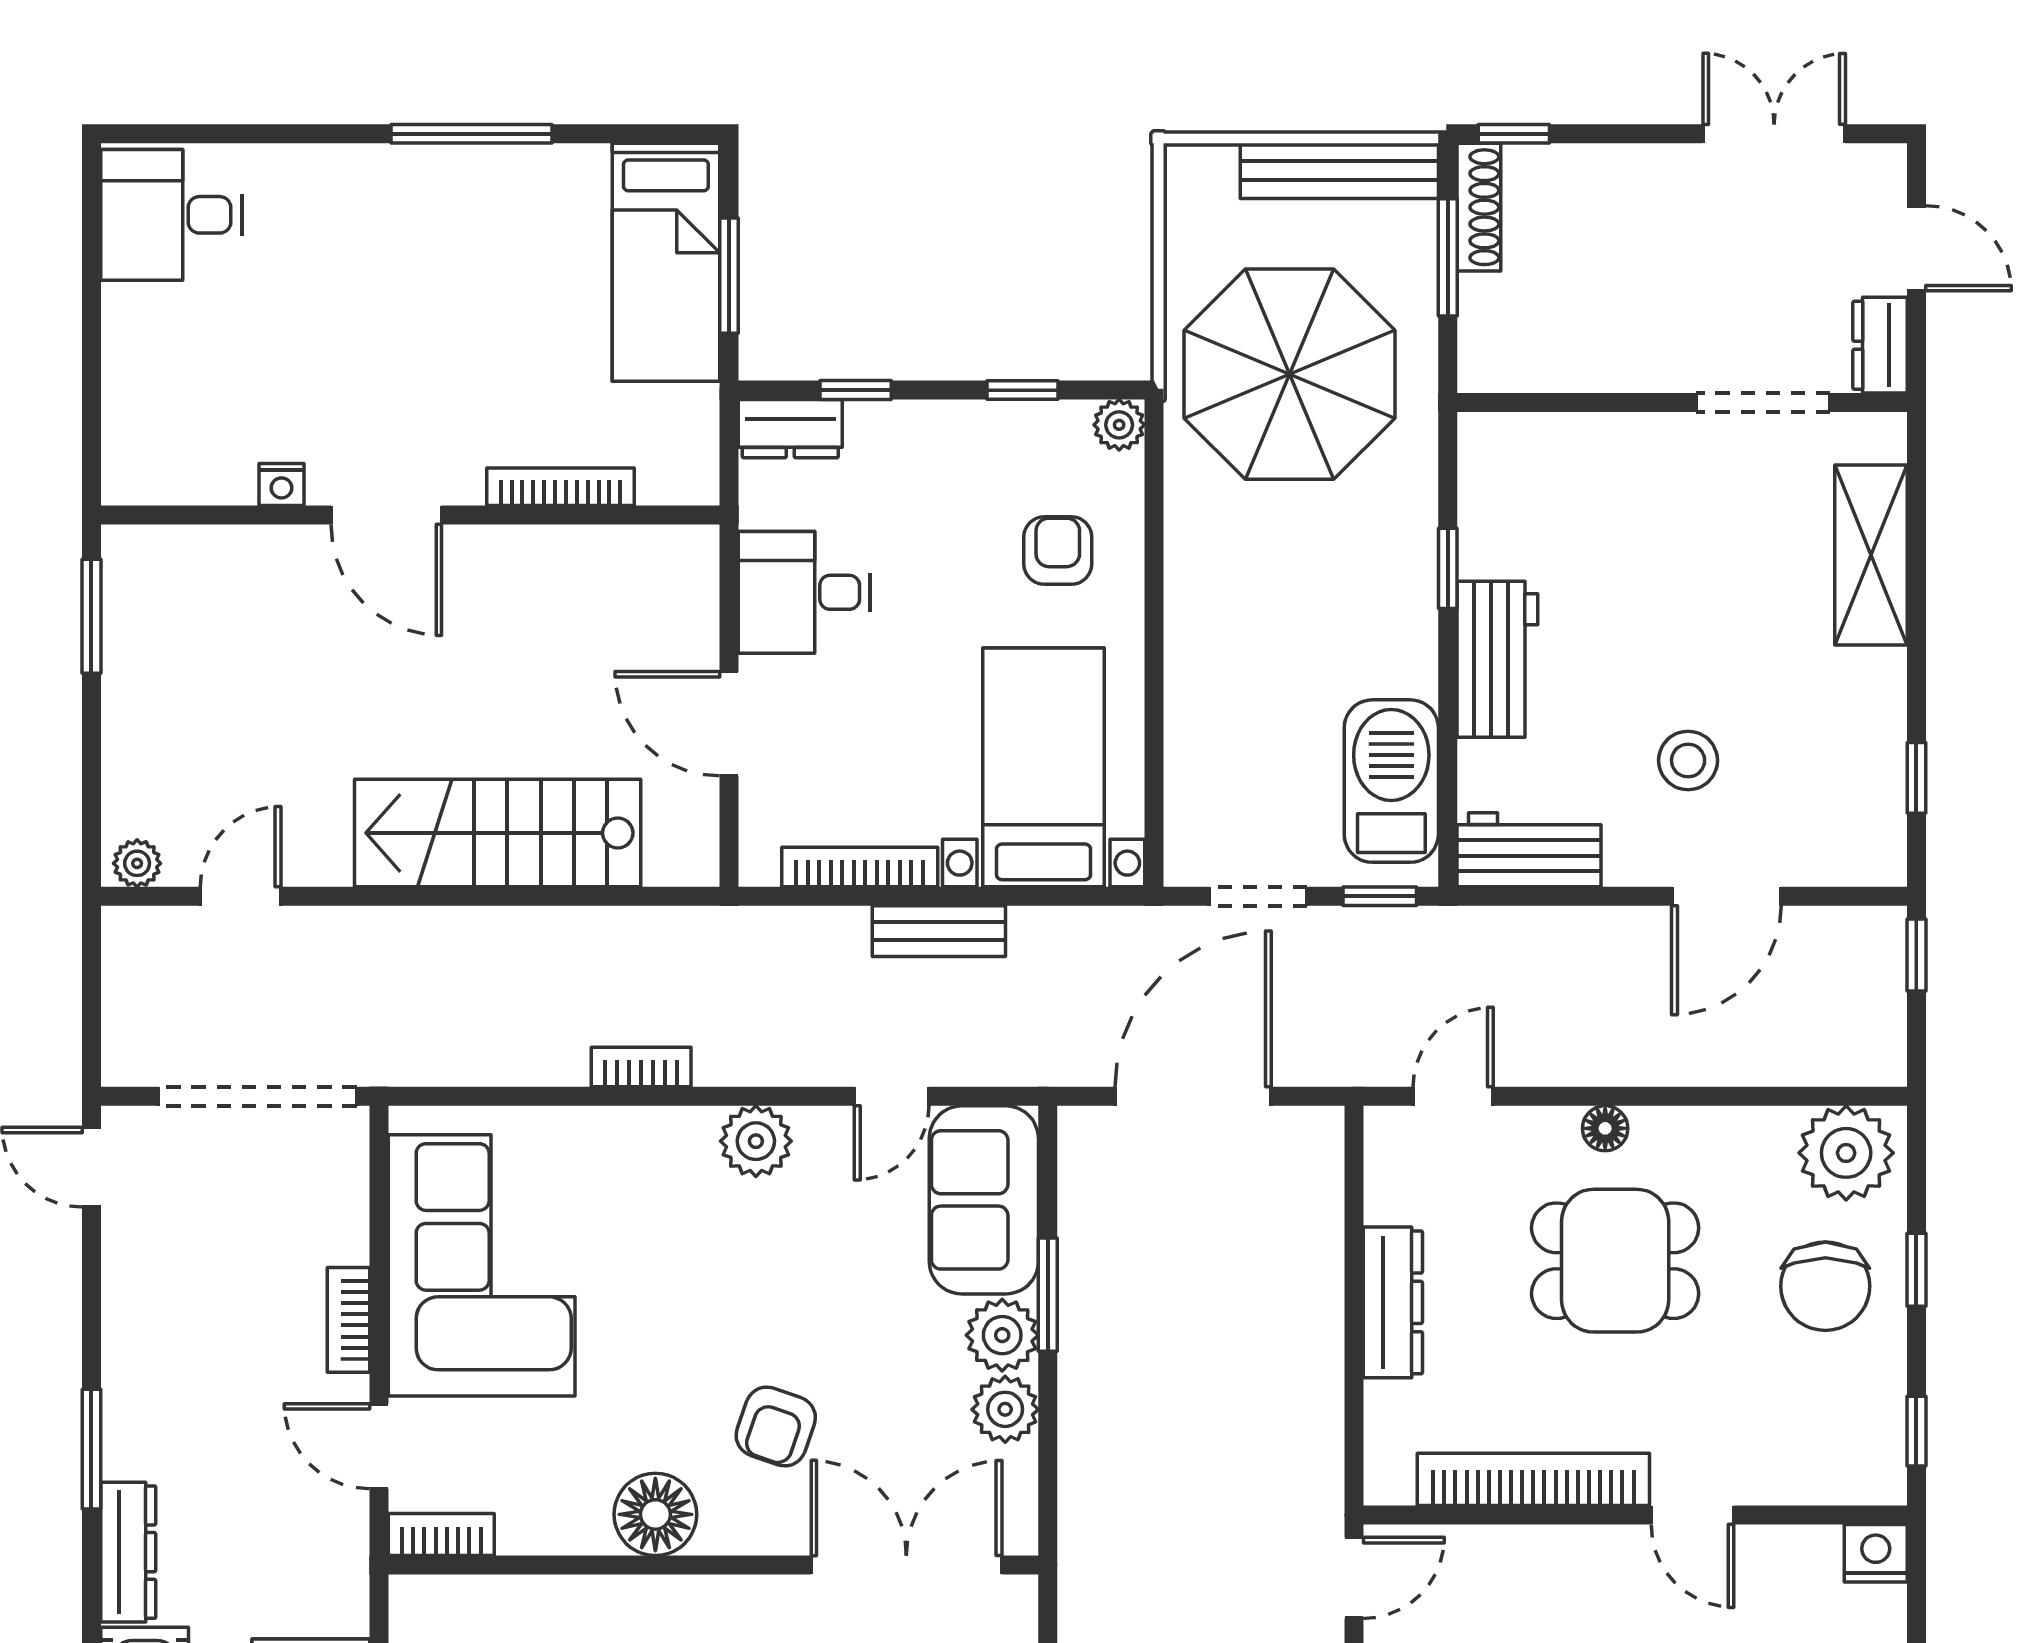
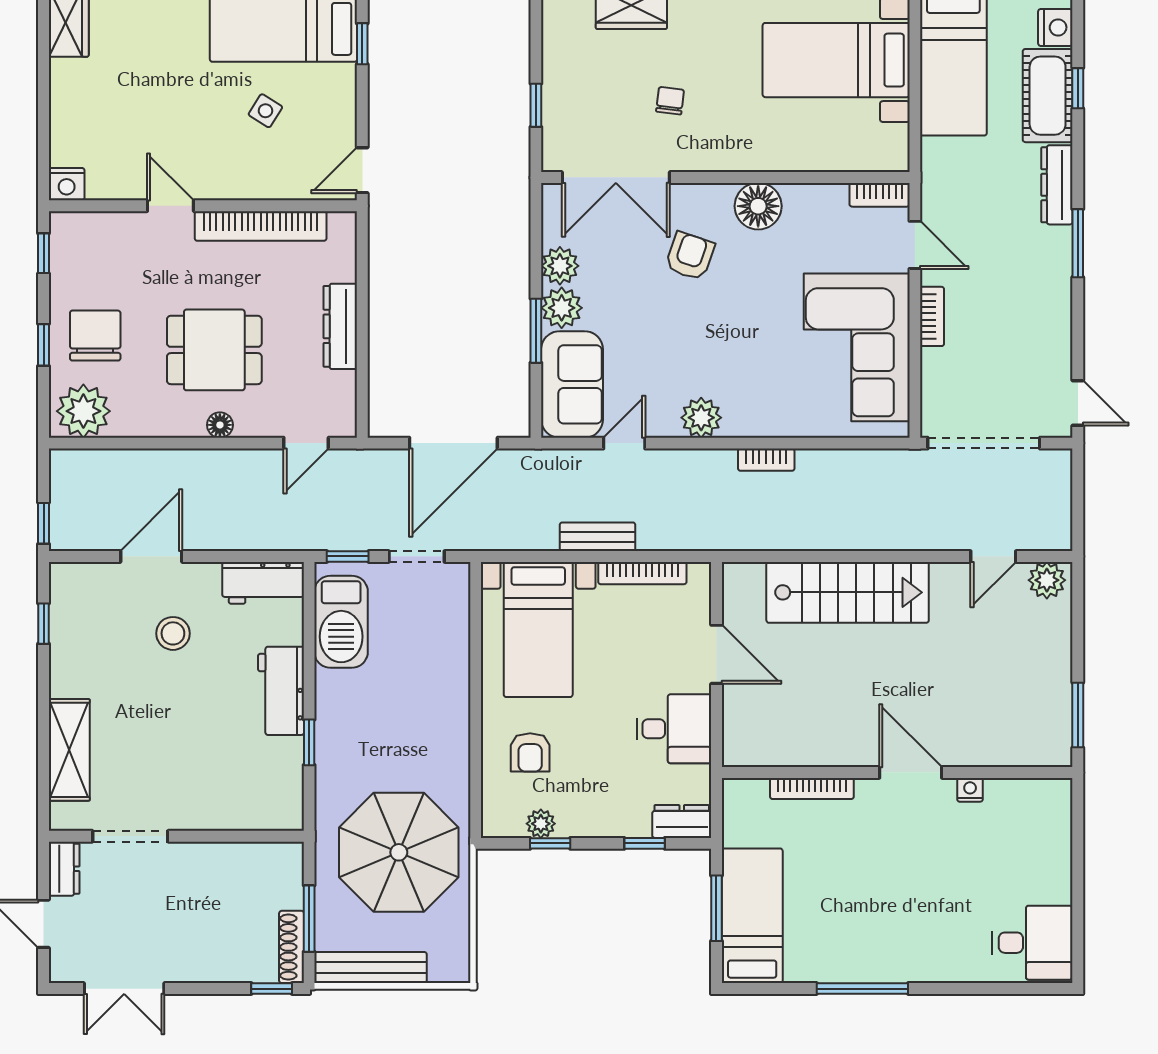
plant: (1119, 425) -> (541, 824), moved
plant: (137, 863) -> (1047, 580), width x1.38, depth x1.38

